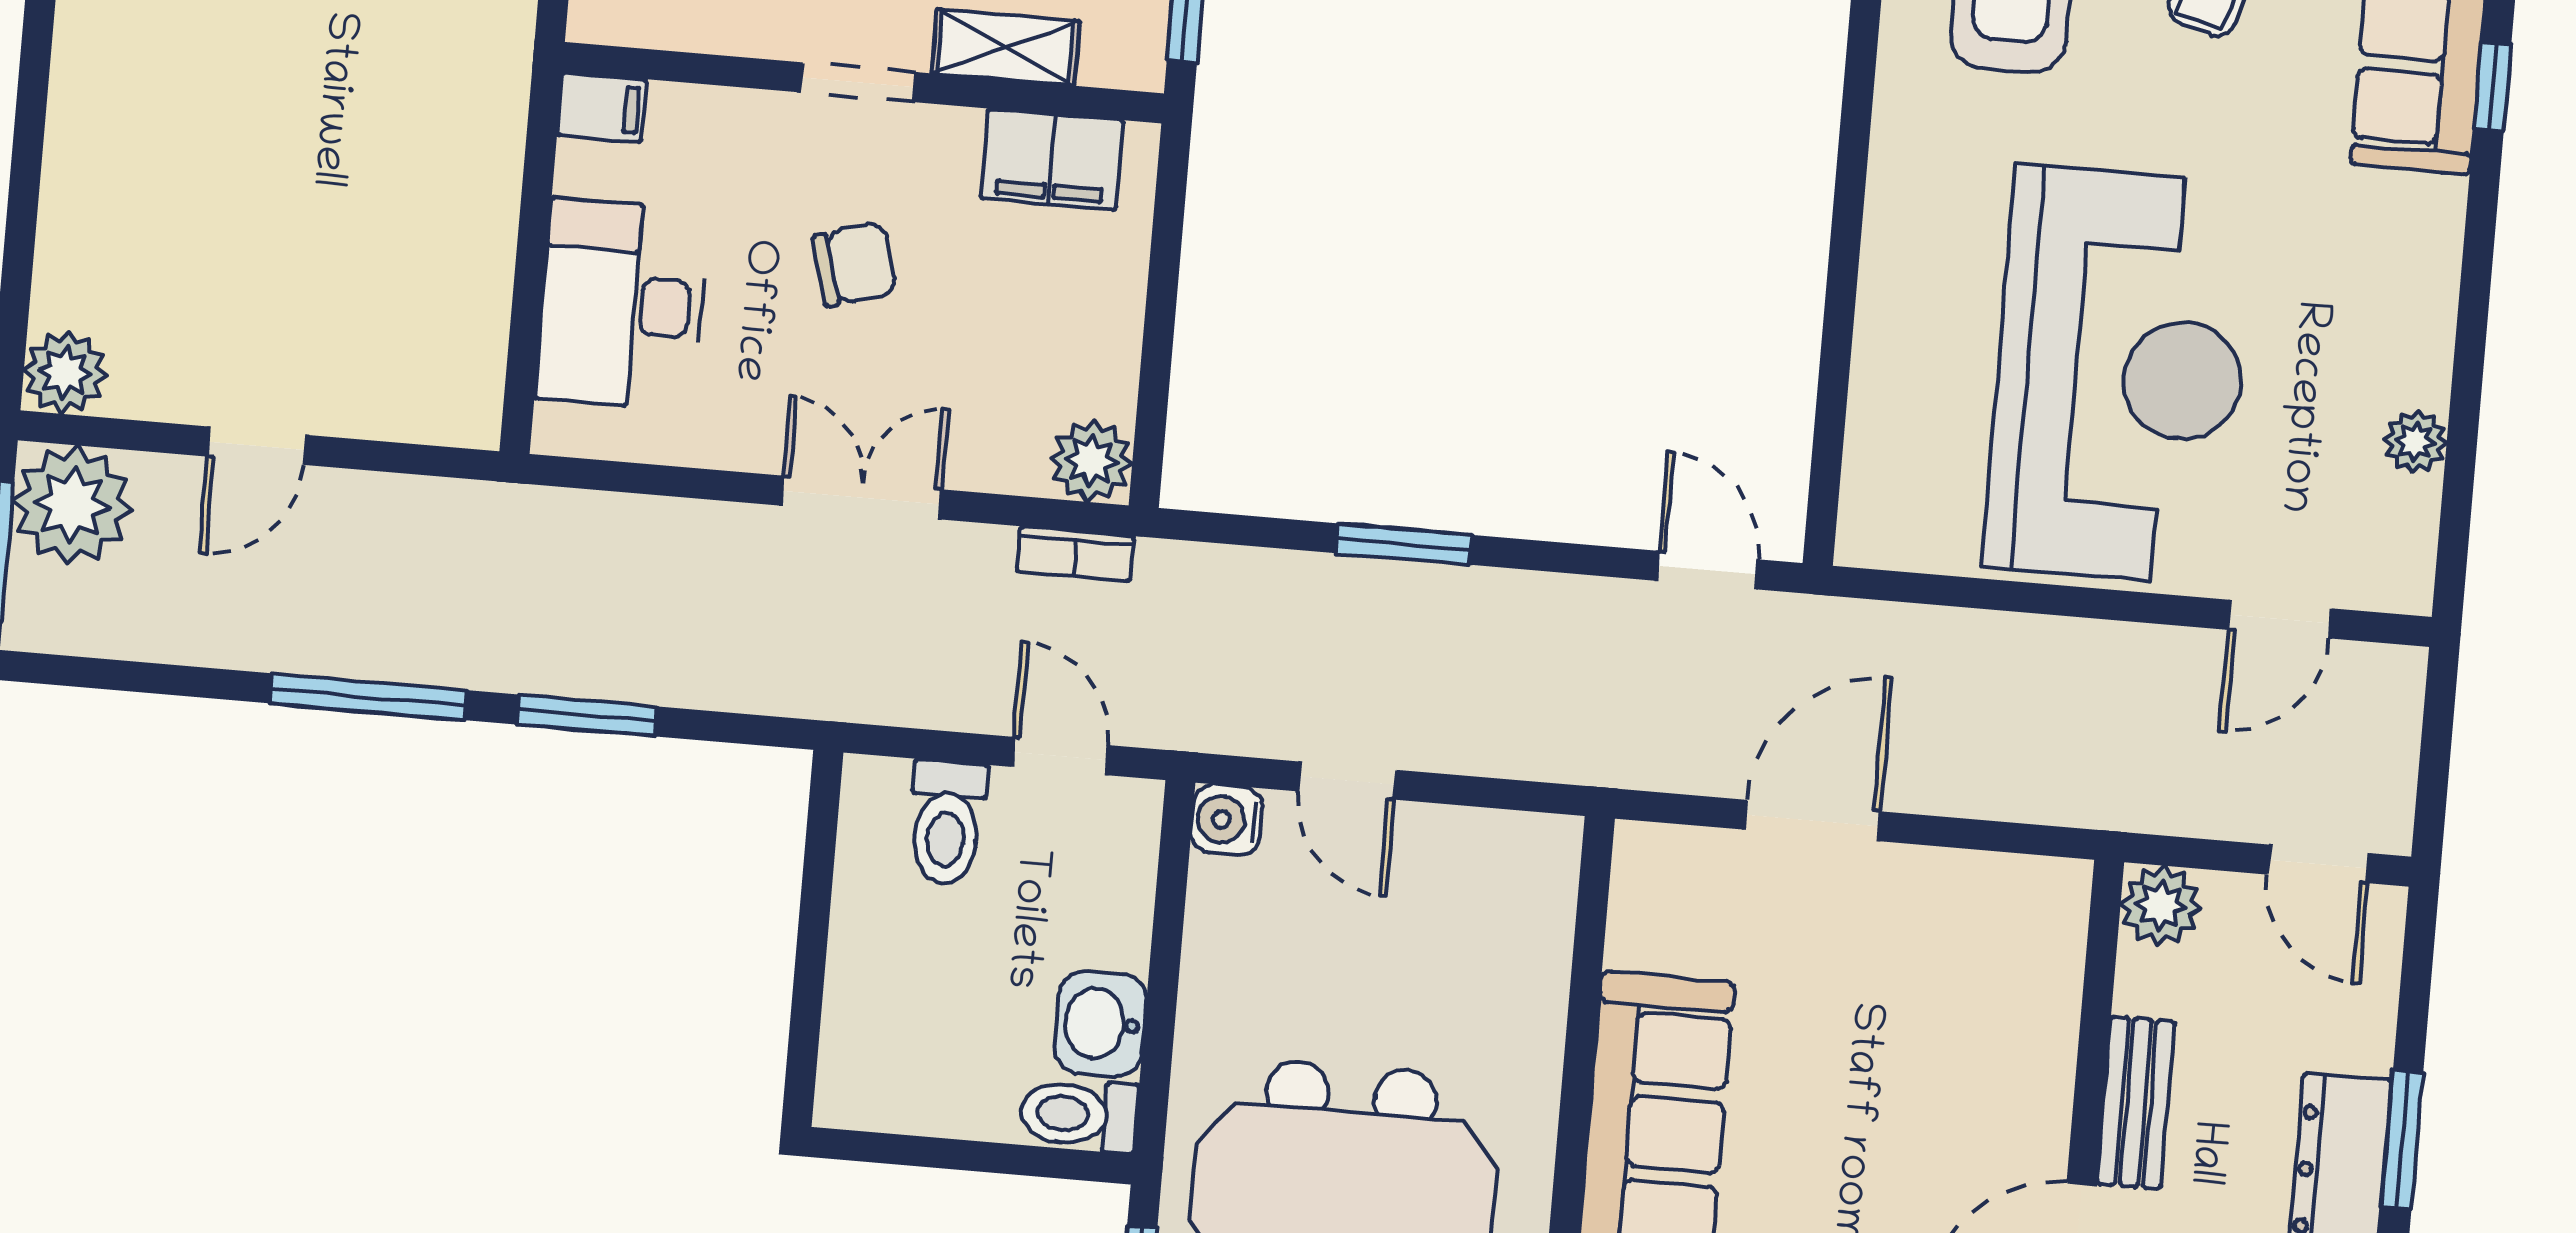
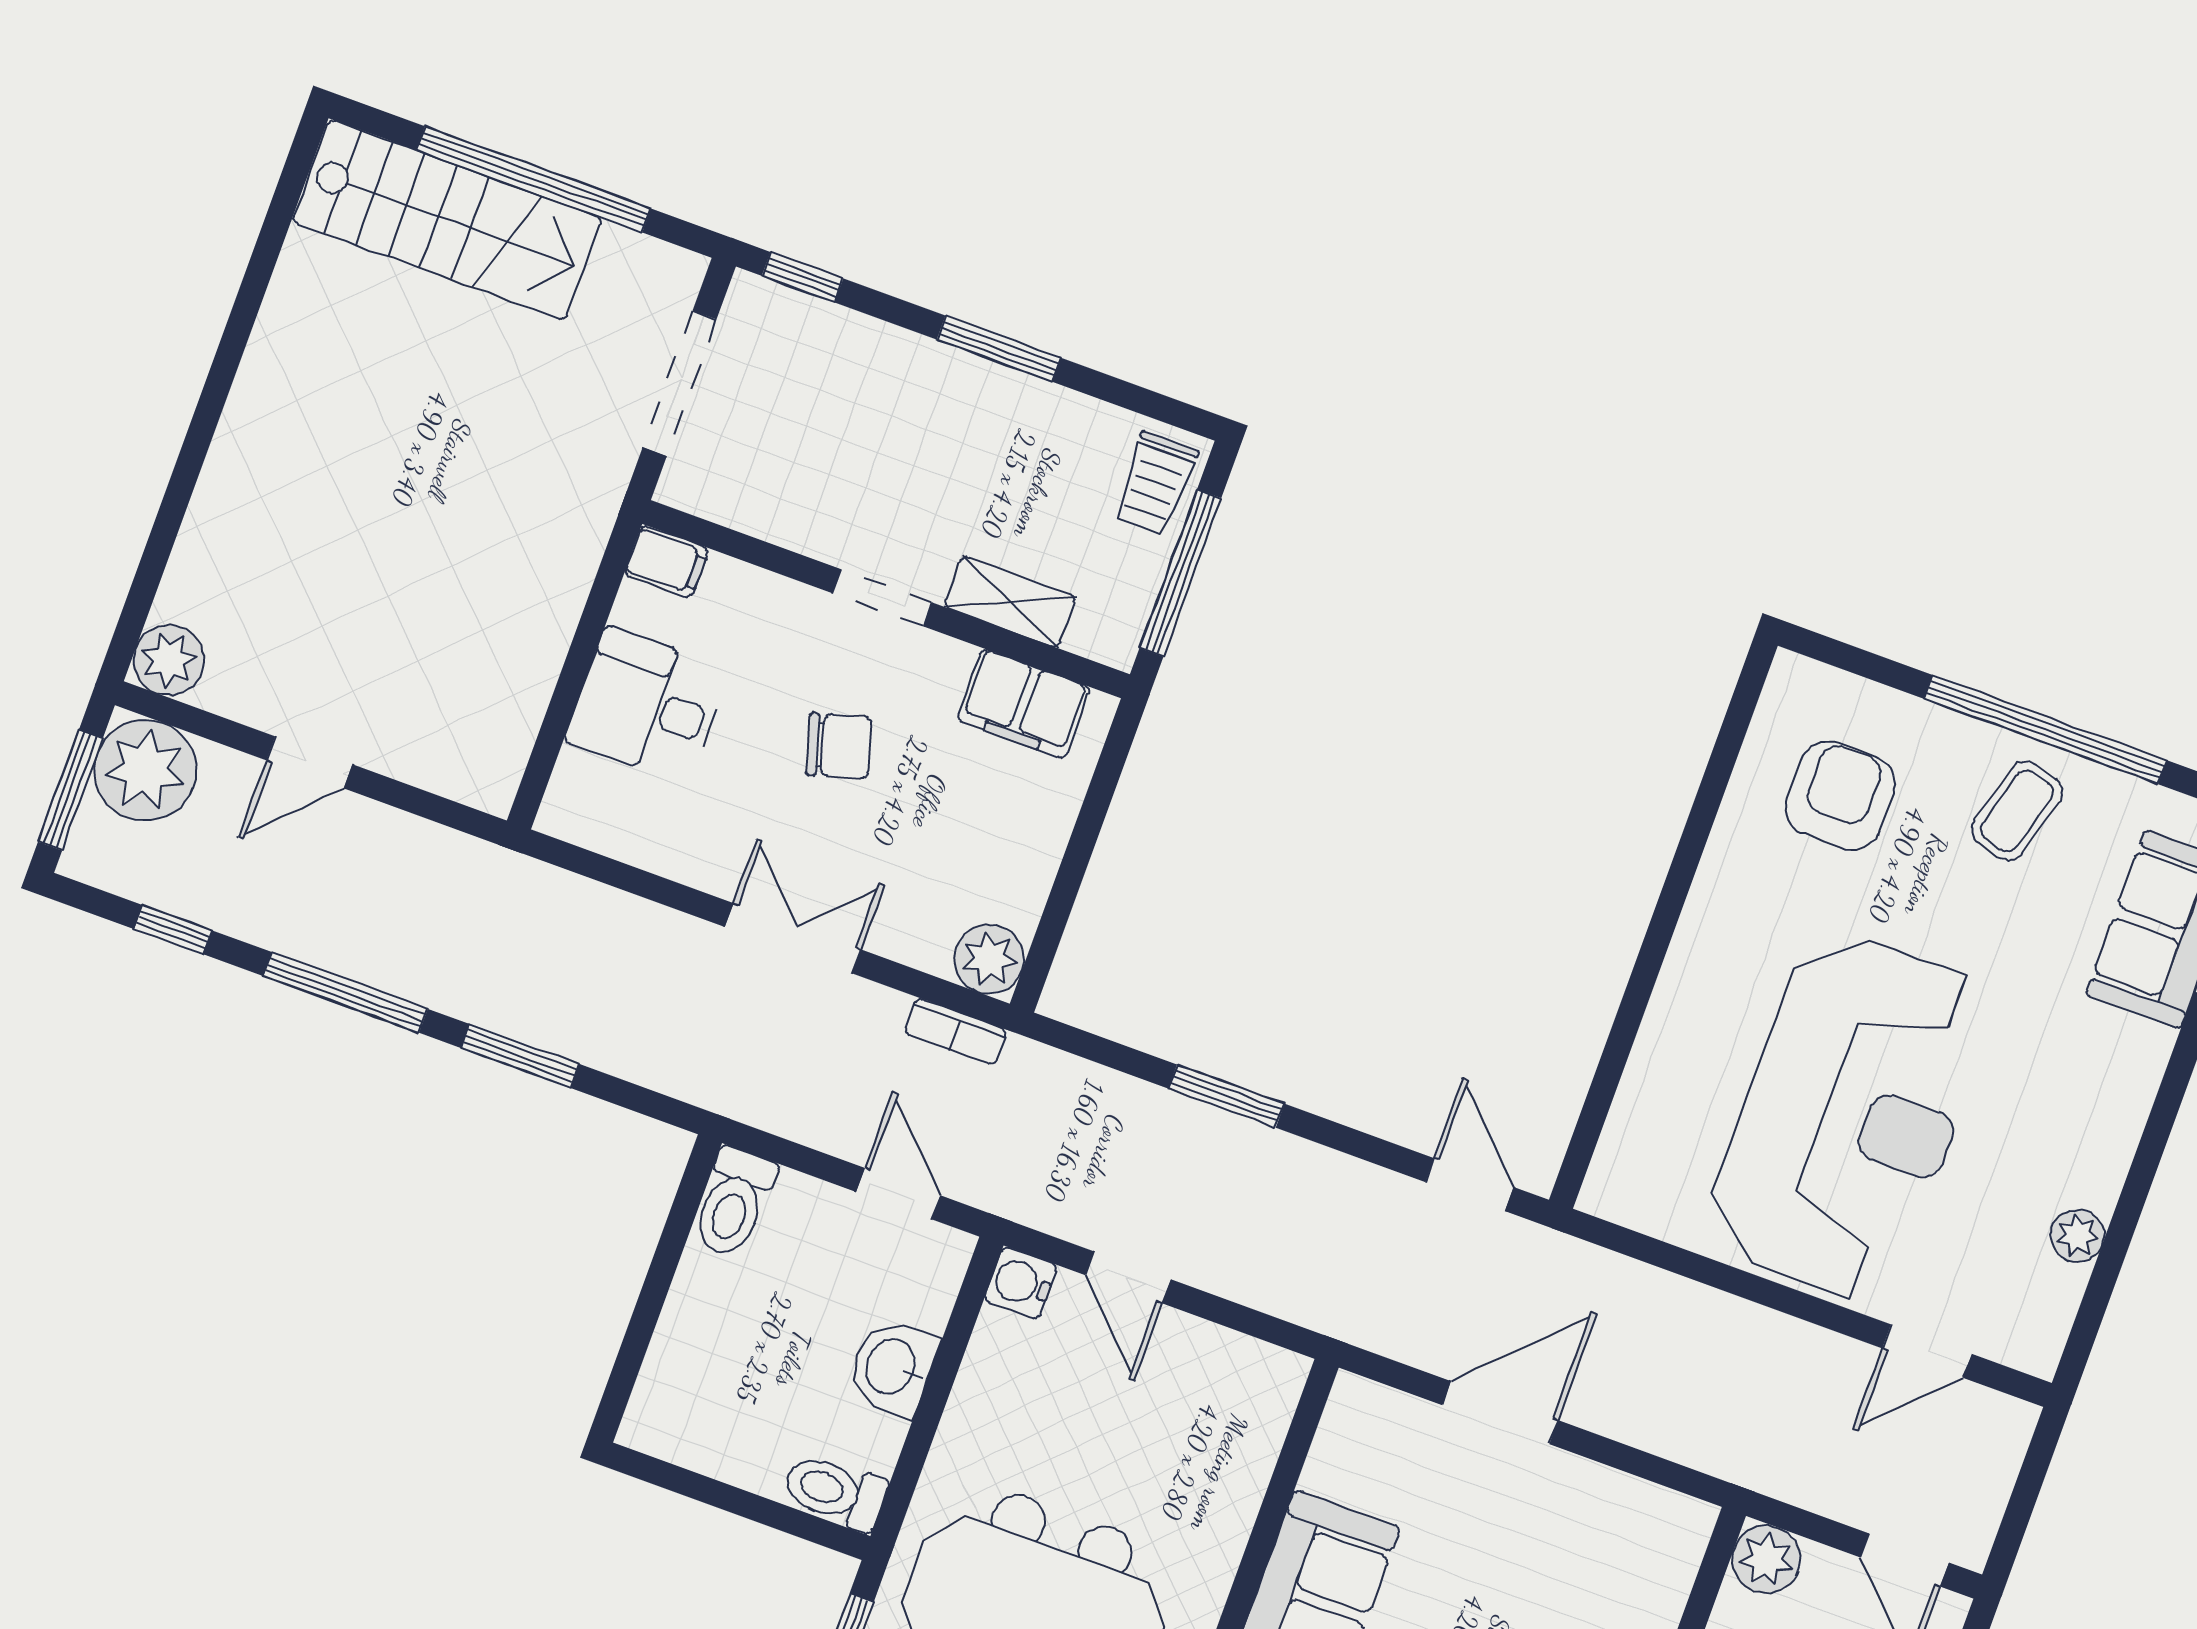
desk: (622, 304) -> (648, 705), width x0.73
window: (153, 678) -> (173, 930), added
toilet: (947, 823) -> (734, 1202), moved
washbasin: (1101, 1024) -> (892, 1367), moved

